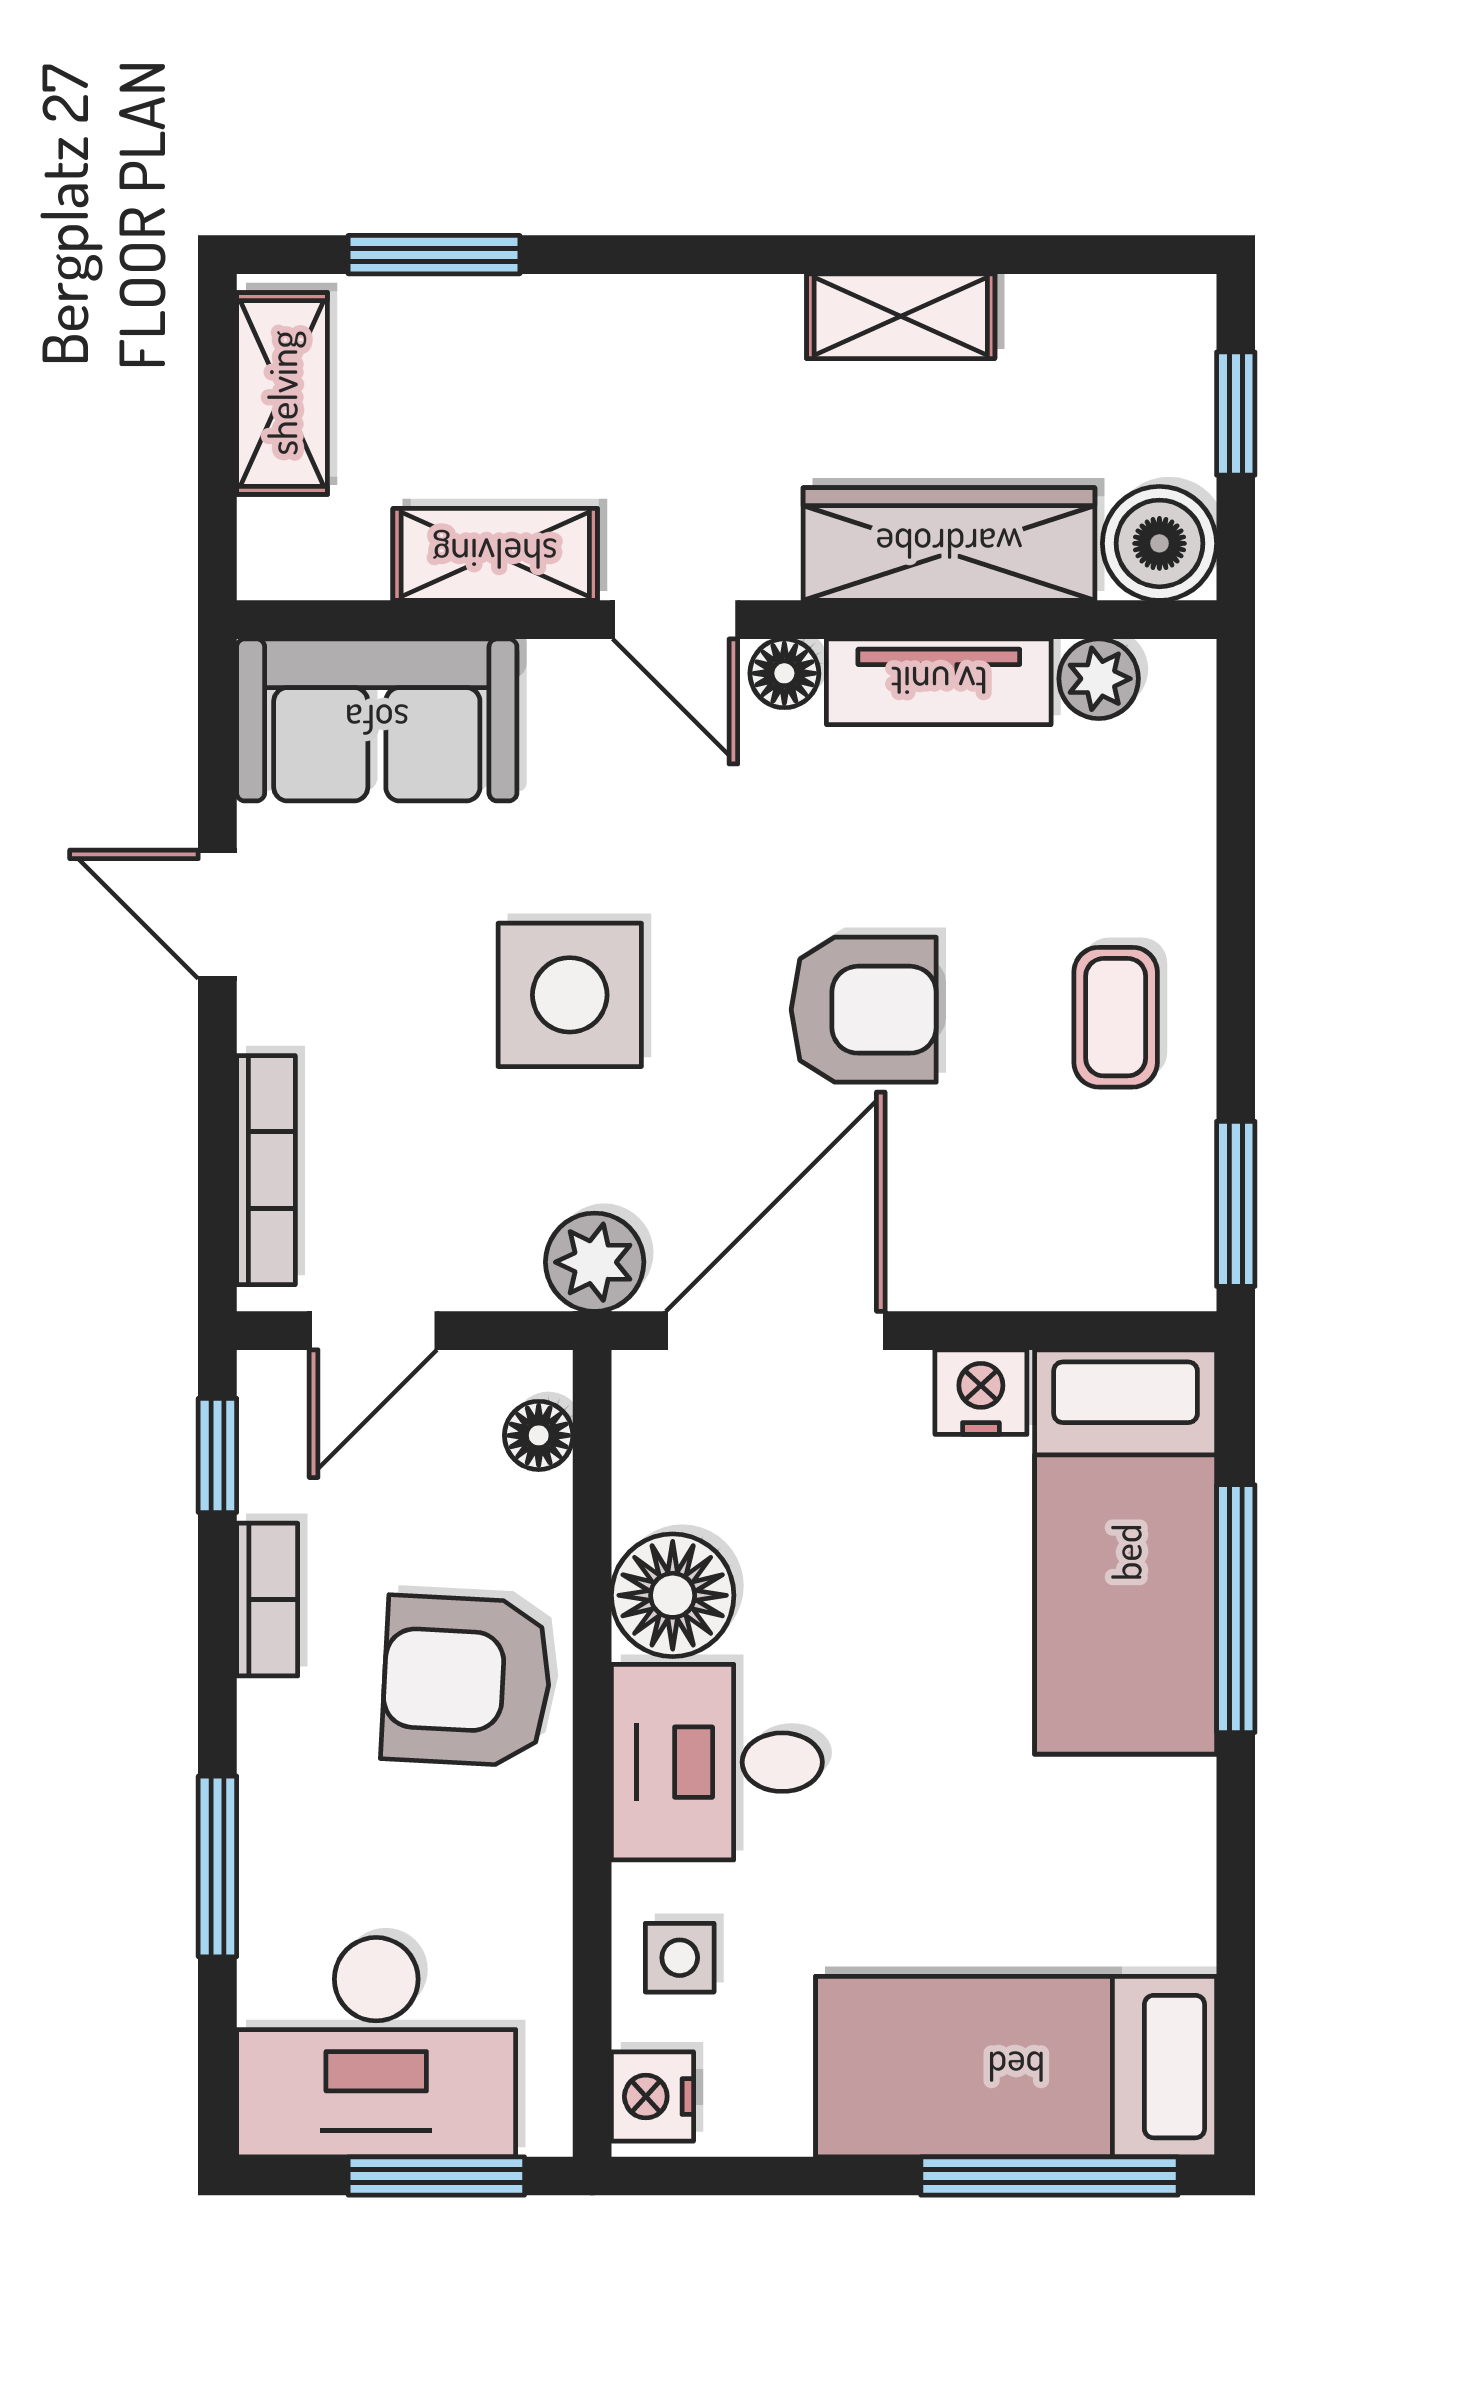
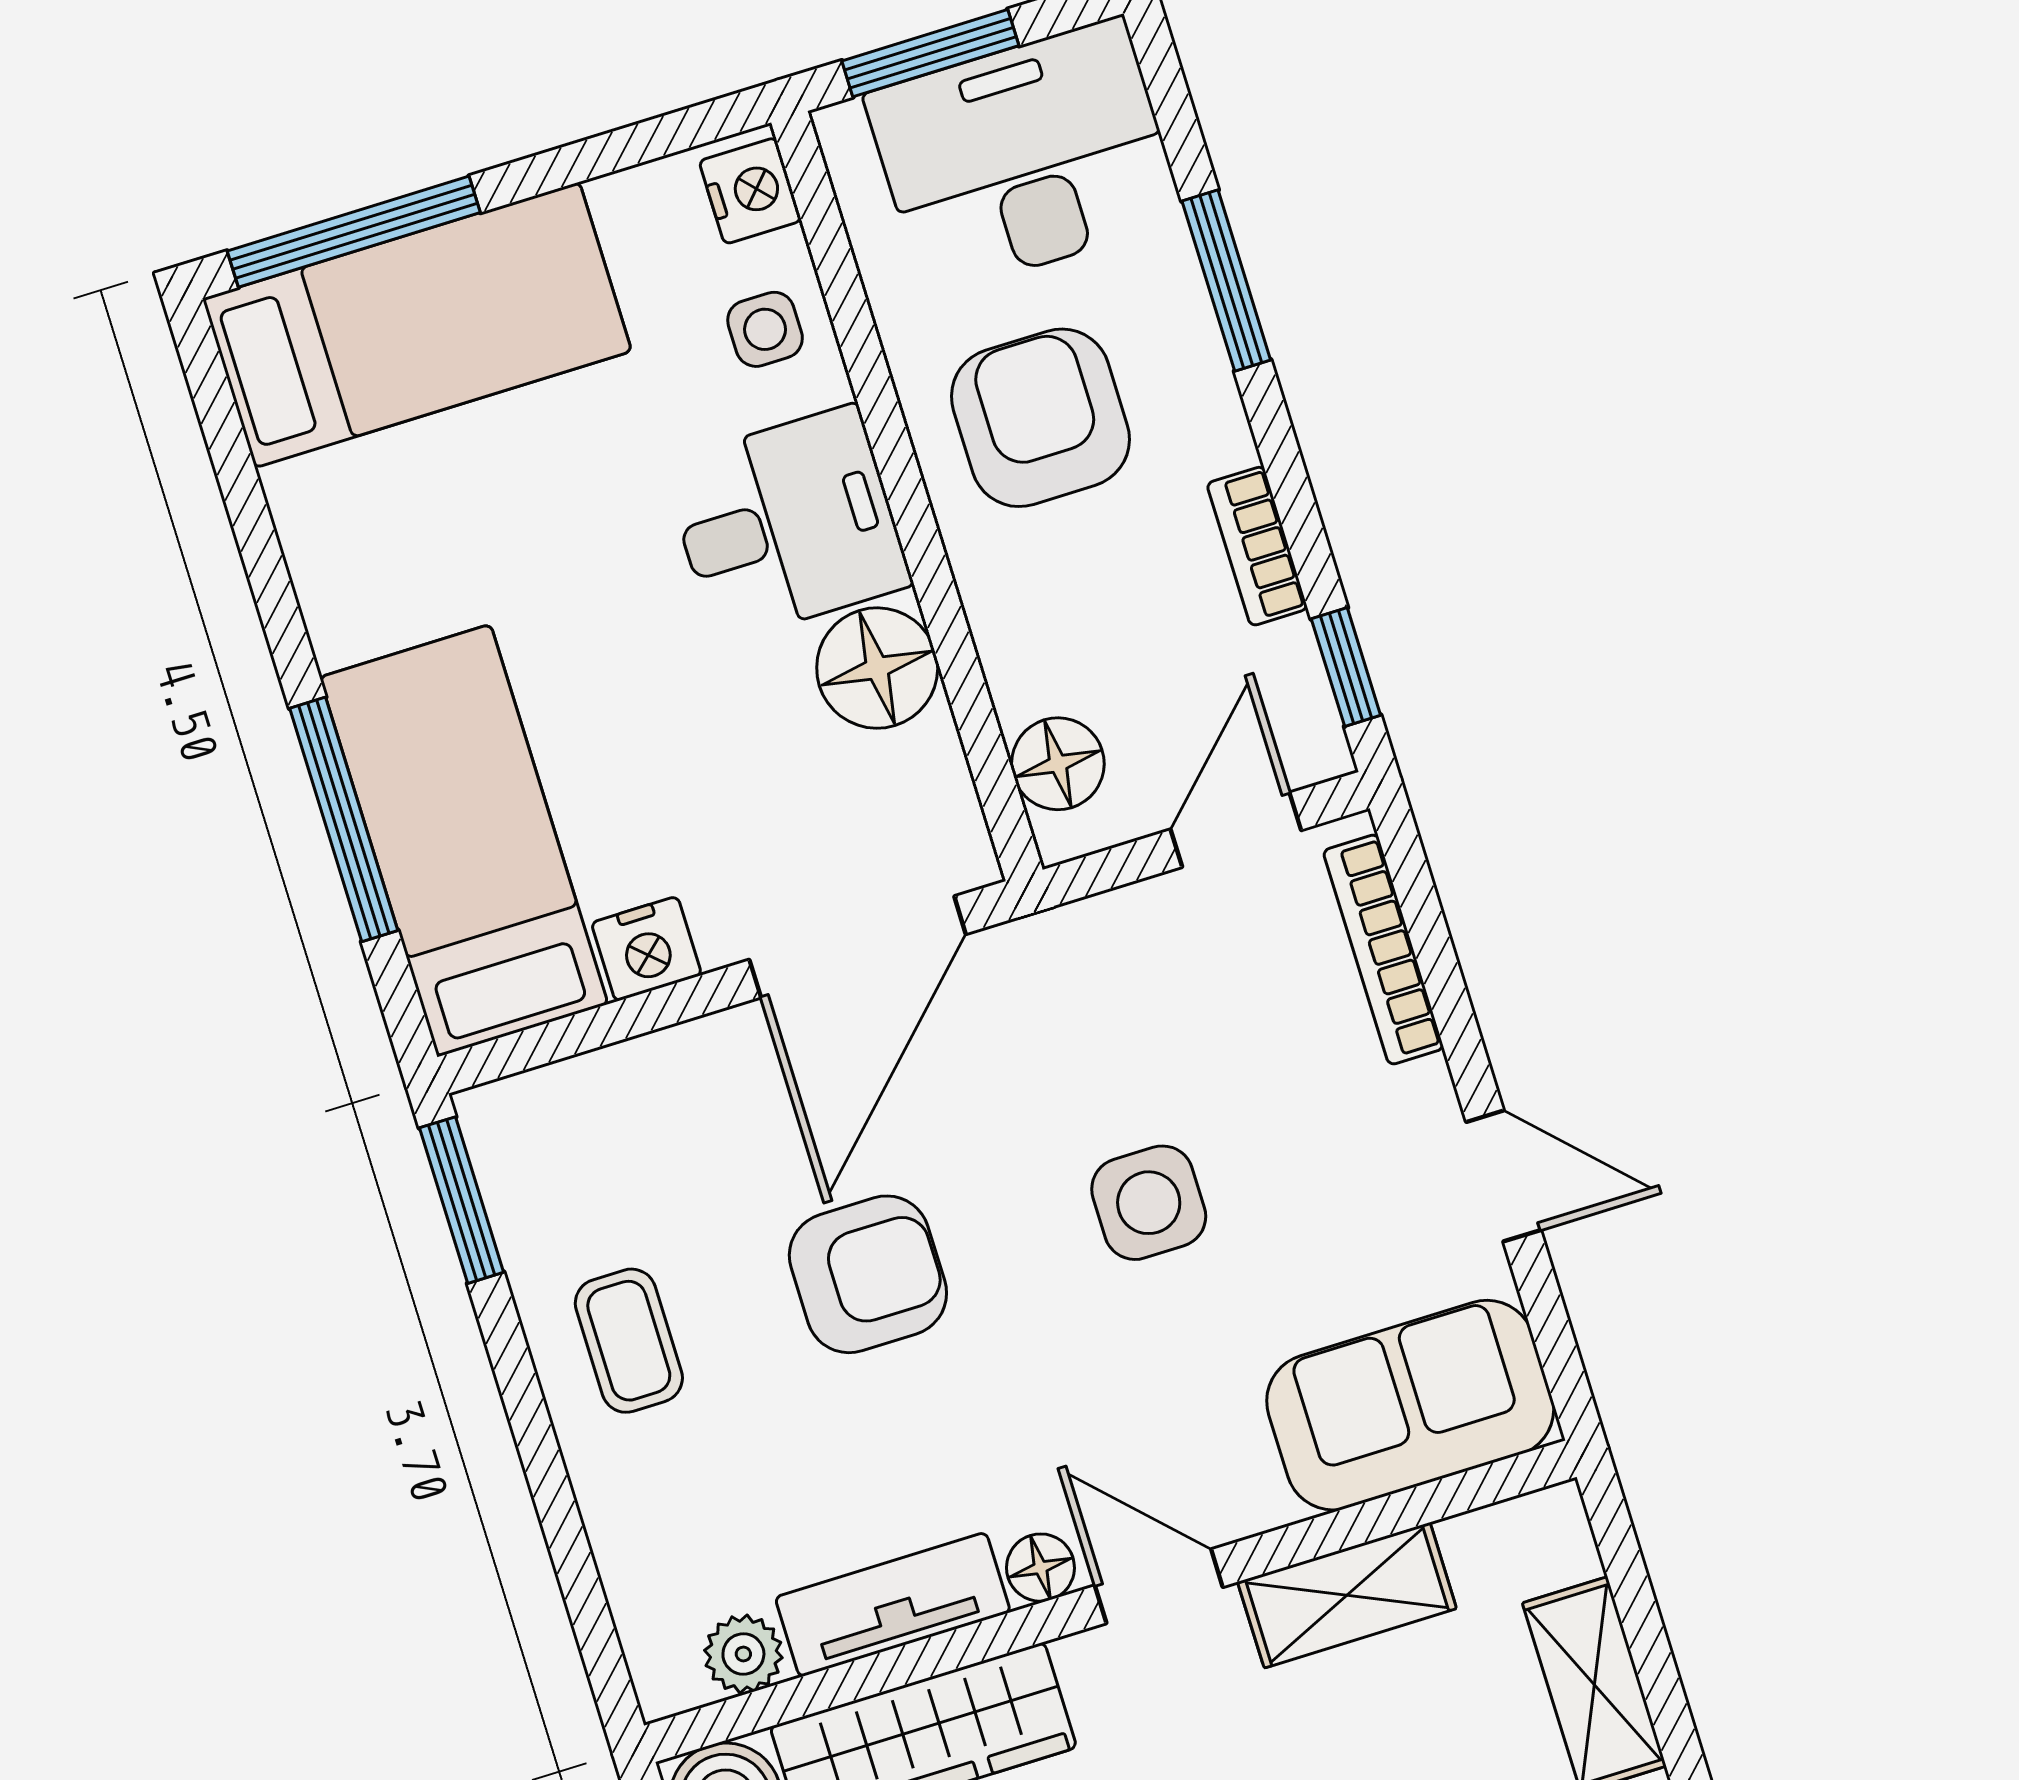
side table: (570, 995) -> (1149, 1203), width x0.73, depth x0.73
armchair: (864, 1010) -> (868, 1274), turned 180
plant: (595, 1262) -> (1048, 959), removed
floor lamp: (539, 1435) -> (1058, 764), width x1.37, depth x1.37
armchair: (467, 1681) -> (1040, 418), moved, turned -93

